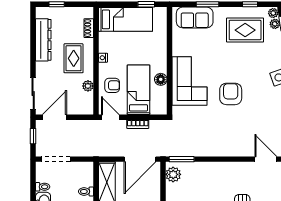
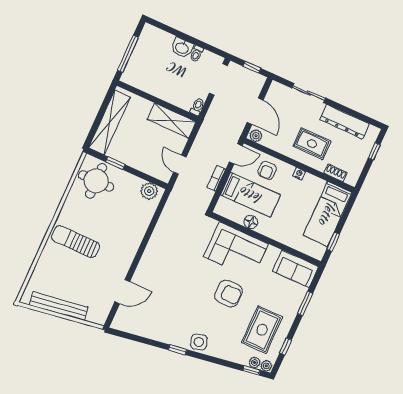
sofa: (195, 18) -> (295, 269), moved, turned -90
plant: (88, 86) -> (256, 136), moved
sliding door: (33, 93) -> (309, 93), moved
armchair: (231, 94) -> (229, 294), moved
door: (55, 117) -> (255, 111), moved
door: (140, 159) -> (180, 165), width x0.53
window: (182, 159) -> (161, 207), removed
toilet: (86, 191) -> (197, 107), moved

